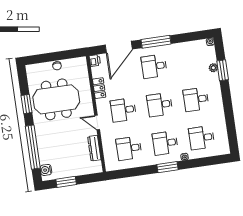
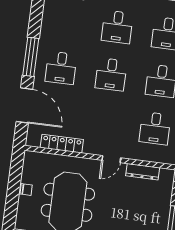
printer: (95, 61) -> (33, 140), removed
locker: (99, 88) -> (62, 144), width x1.53
desk: (123, 110) -> (105, 122), removed

